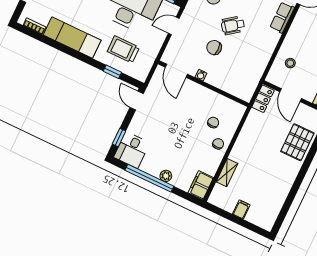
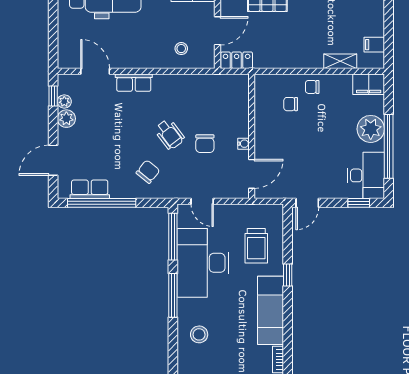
window: (112, 72) -> (288, 275), moved
desk: (132, 150) -> (366, 175), width x1.37
plant: (166, 176) -> (371, 129), width x1.87, depth x1.87
filing cabinet: (241, 209) -> (374, 45), moved

